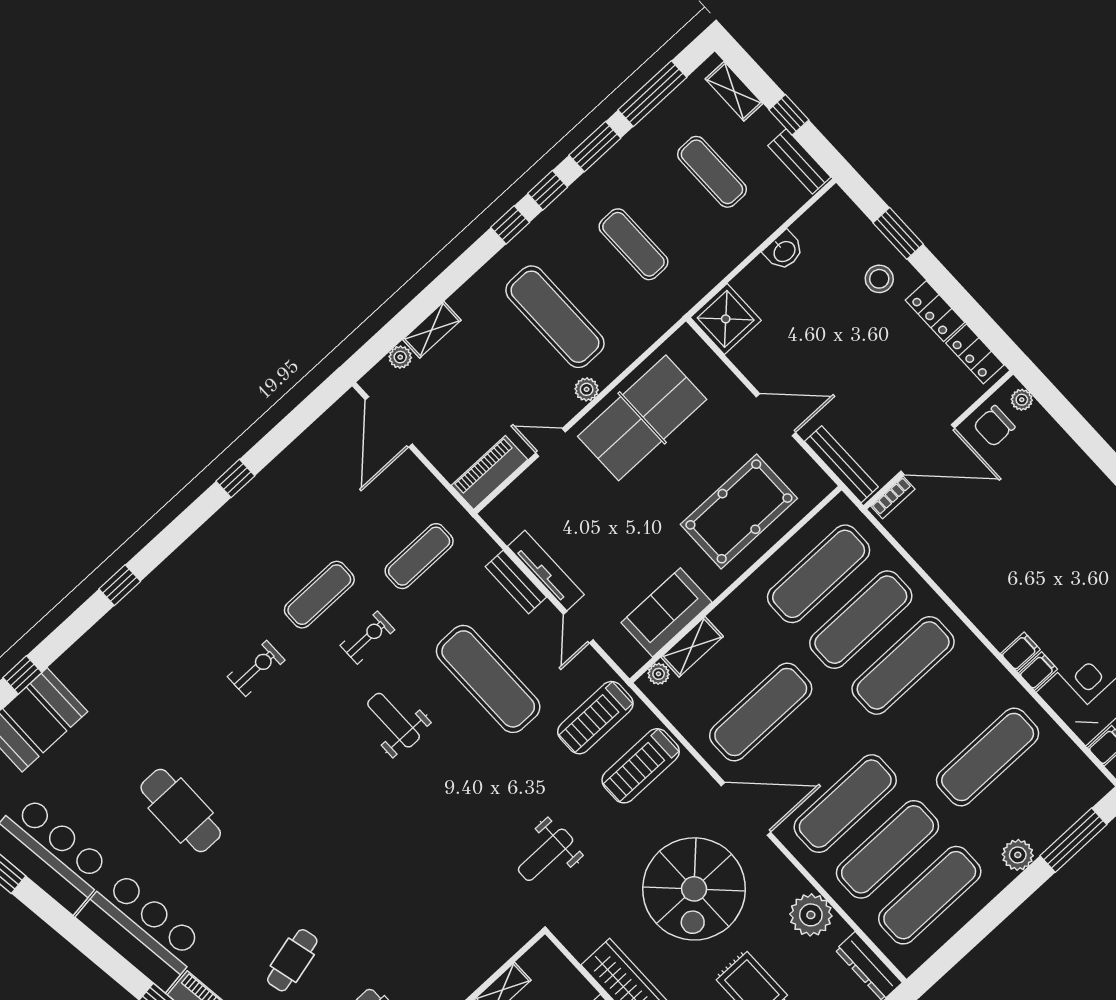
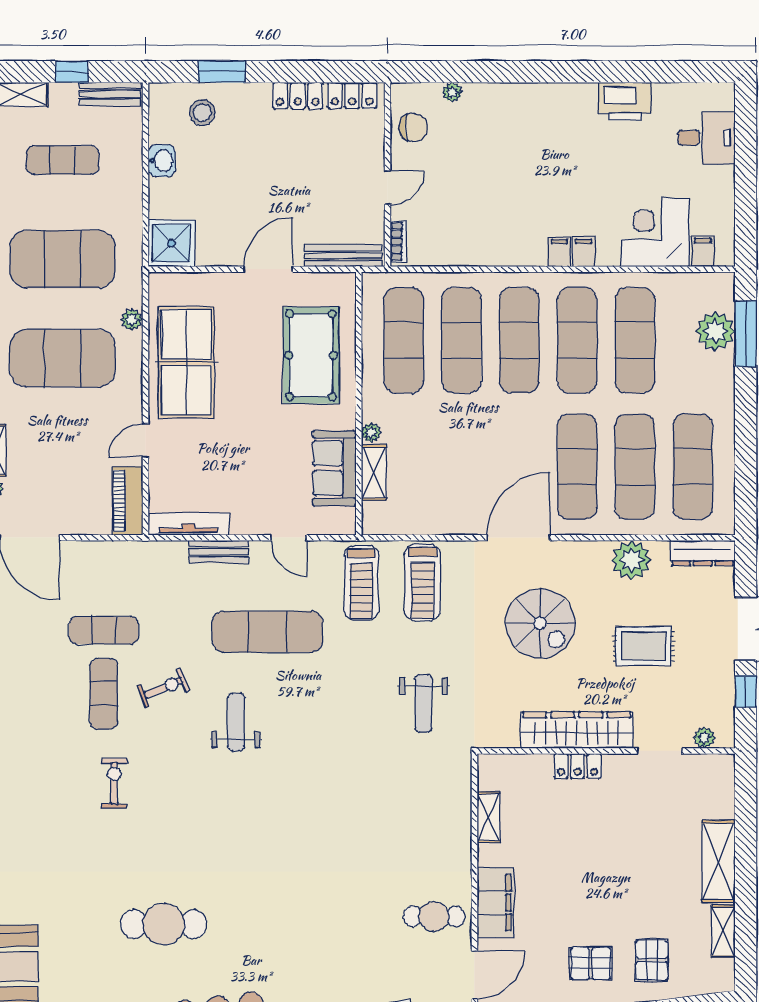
exercise mat: (633, 244) -> (62, 259), width x2.00, depth x1.45
stool: (879, 279) -> (202, 113), moved
exercise mat: (555, 317) -> (62, 358), width x1.47
plant: (587, 389) -> (132, 320), moved
plant: (1022, 400) -> (452, 92), moved
chair: (994, 426) -> (413, 128), turned -90
door: (928, 450) -> (388, 188), width x0.53
exercise mat: (419, 556) -> (104, 630), moved, turned 90
tv unit: (546, 570) -> (189, 524), moved
exercise bike: (367, 638) -> (163, 688), turned 68
filing cabinet: (1038, 671) -> (559, 252), moved
plant: (659, 674) -> (371, 433), moved
exercise mat: (761, 712) -> (577, 340), moved
weight bench: (394, 720) -> (236, 722), turned 90
plant: (1018, 855) -> (715, 331), moved, width x1.36, depth x1.36
spiral stairs: (694, 889) -> (540, 623), width x0.73, depth x0.73
cafe table: (292, 960) -> (336, 942), removed

